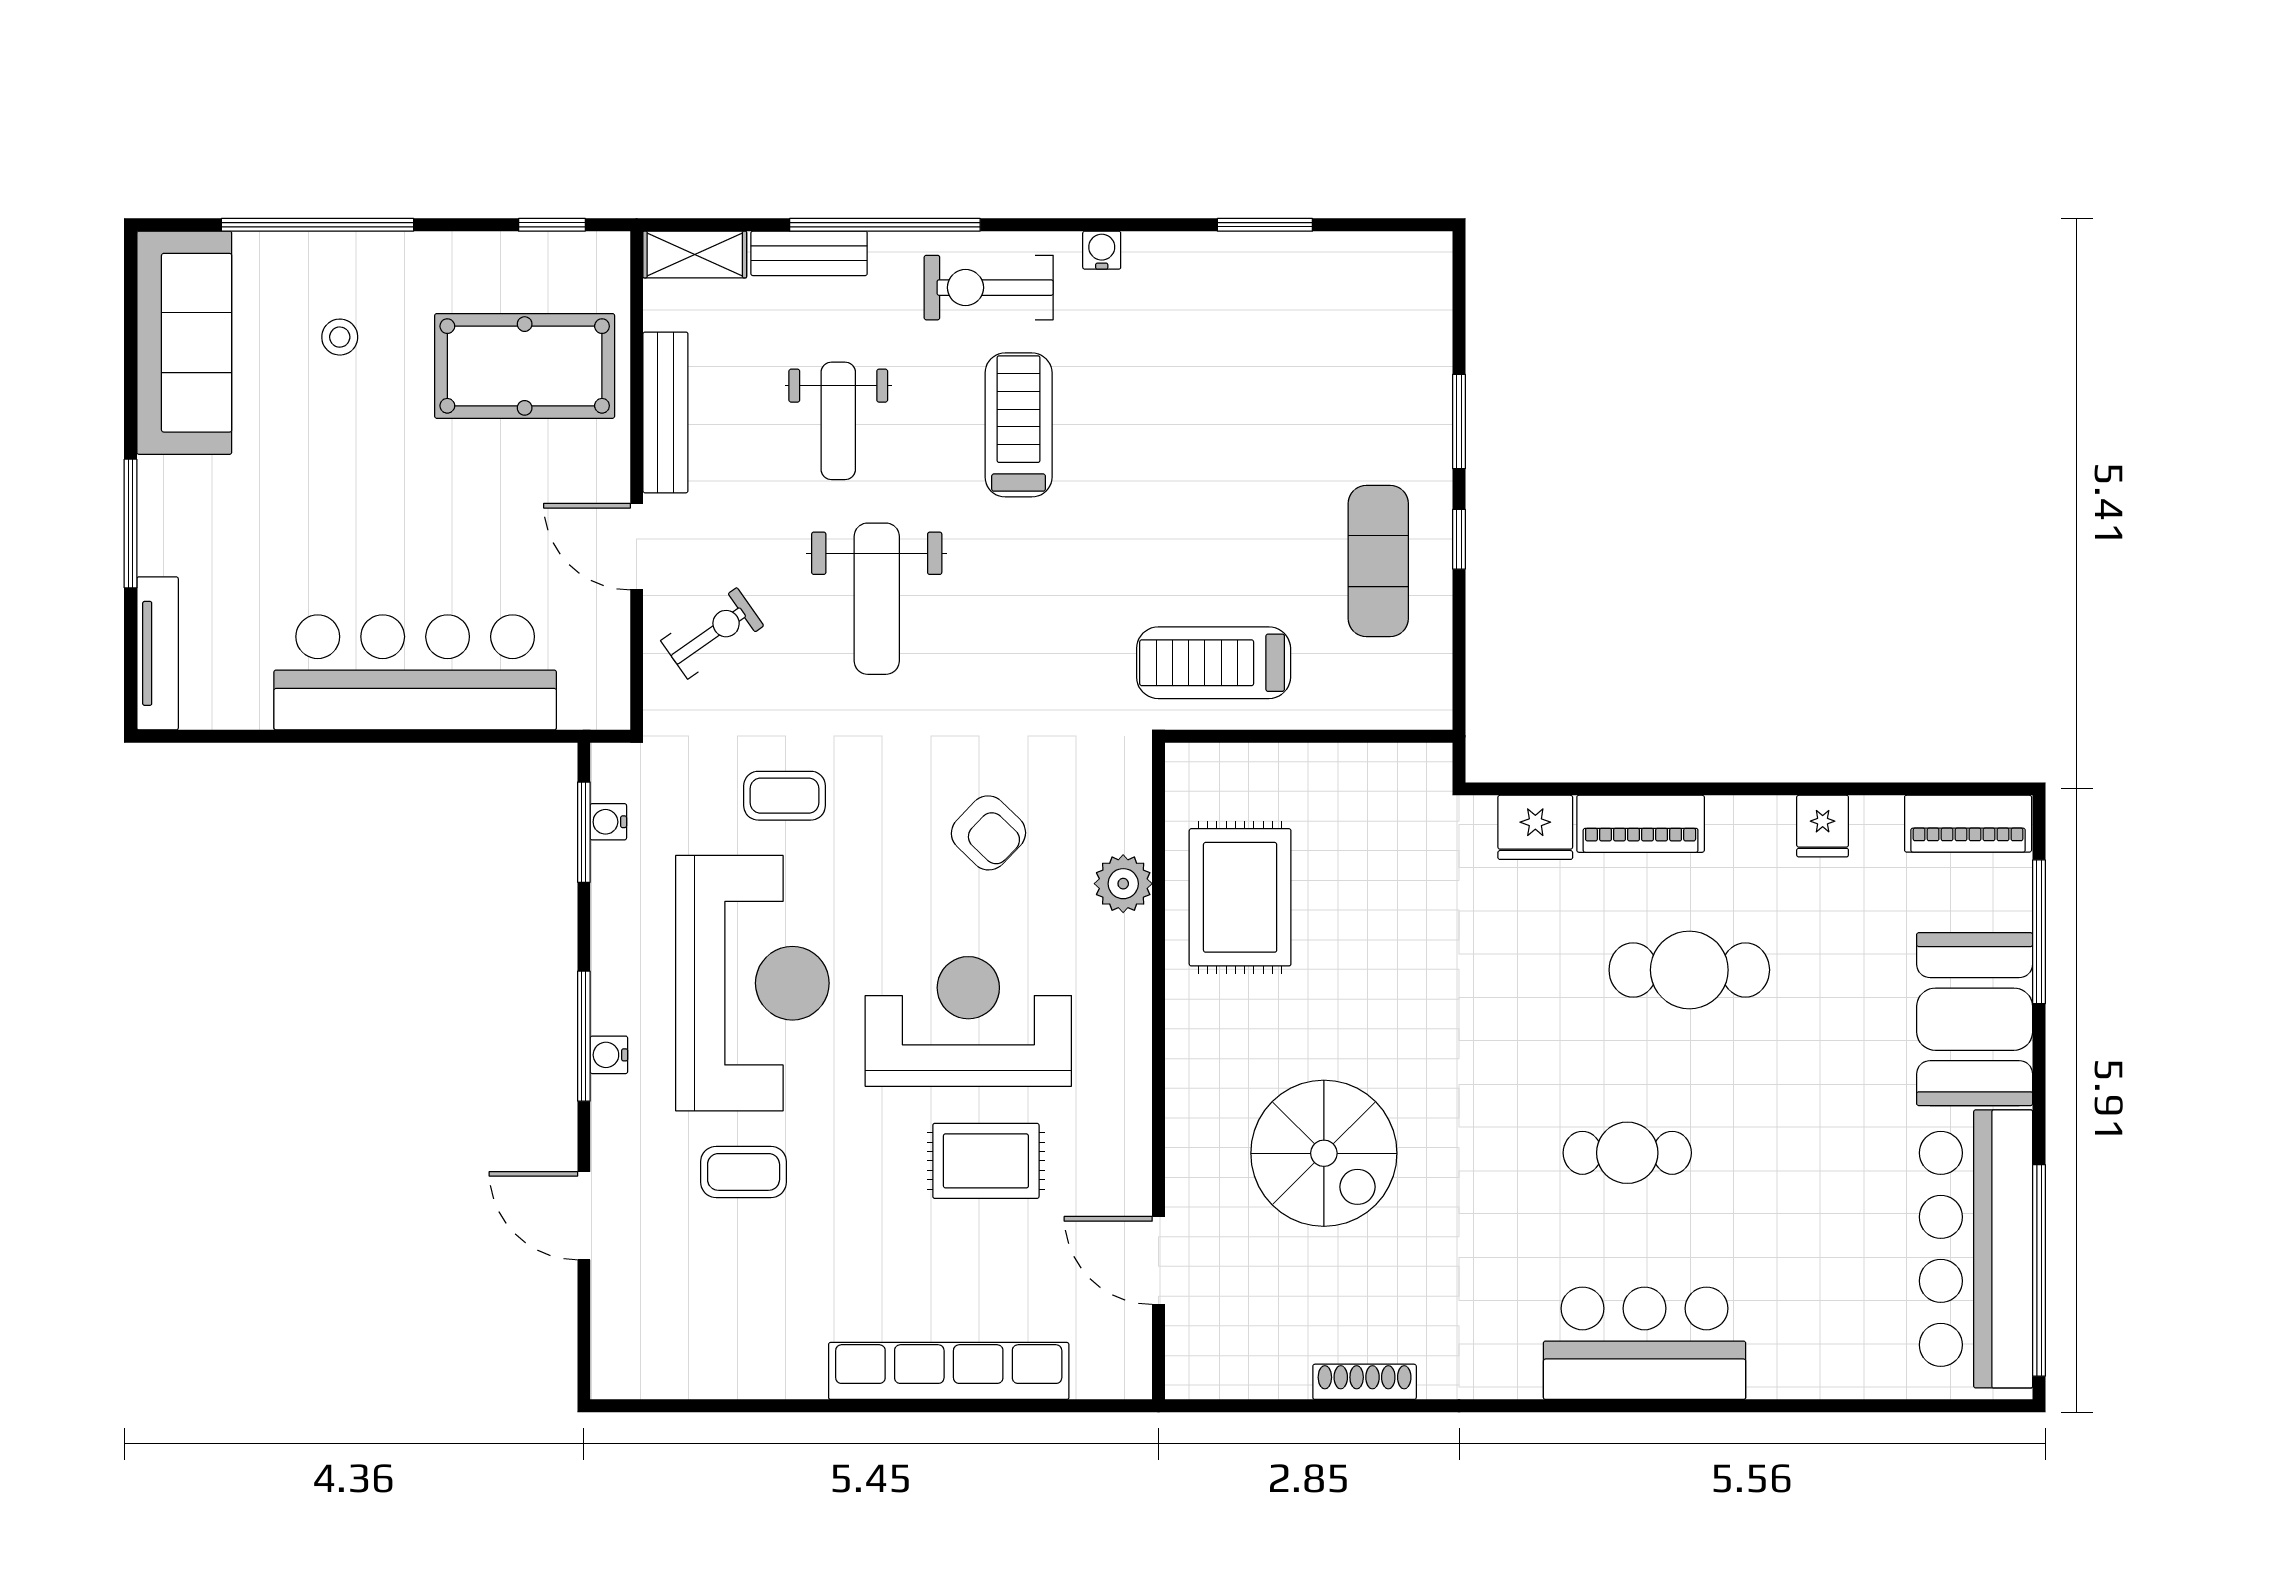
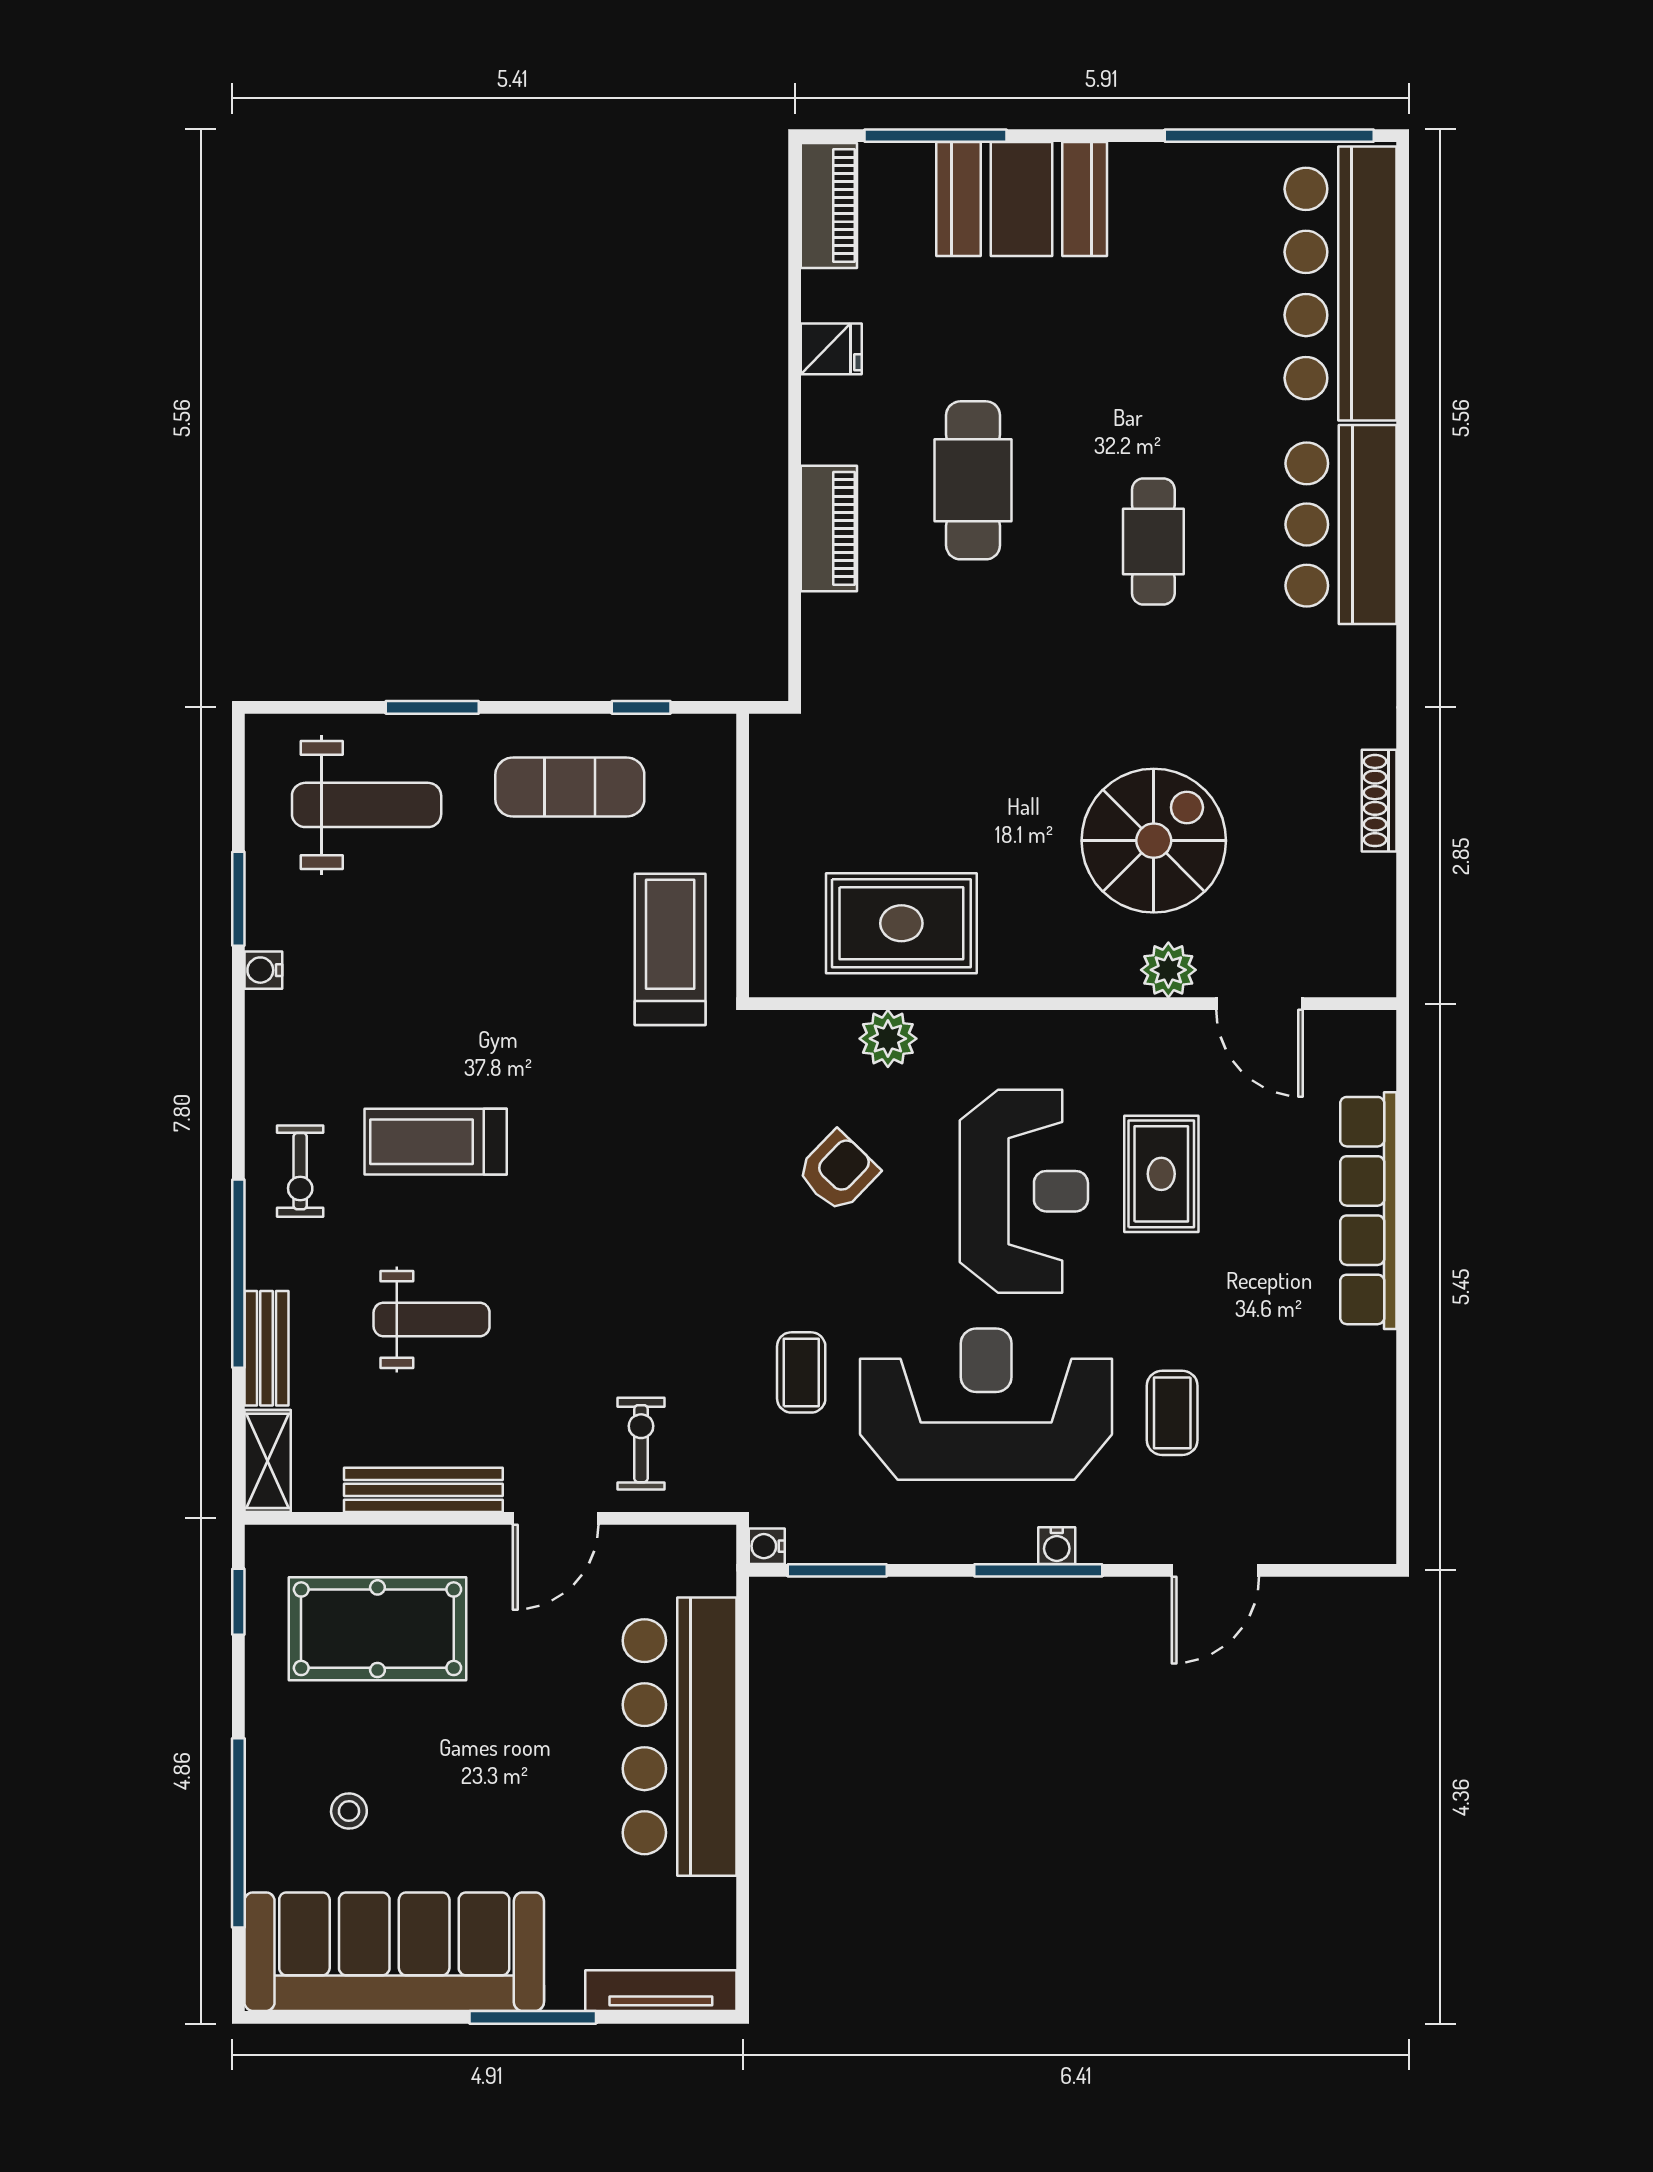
water cooler: (1102, 250) -> (263, 970), moved
exercise bike: (989, 288) -> (300, 1171), width x0.73, depth x0.72
sofa: (184, 343) -> (394, 1952), width x1.36, depth x1.27
pool table: (525, 366) -> (377, 1629), turned 90
window: (1459, 539) -> (641, 707), moved
weight bench: (877, 599) -> (367, 805), moved
exercise bike: (712, 633) -> (641, 1444), turned 35
treadmill: (1214, 663) -> (670, 949), turned 180
water cooler: (608, 822) -> (767, 1546), moved, turned 90
fridge: (1535, 827) -> (832, 632), removed
reception desk: (968, 1021) -> (1024, 1191), turned 180
plant: (1193, 1168) -> (1168, 970), added
bar counter: (1976, 1249) -> (1341, 283), moved, turned 90
door: (1159, 1260) -> (1259, 1004), hinge flipped

